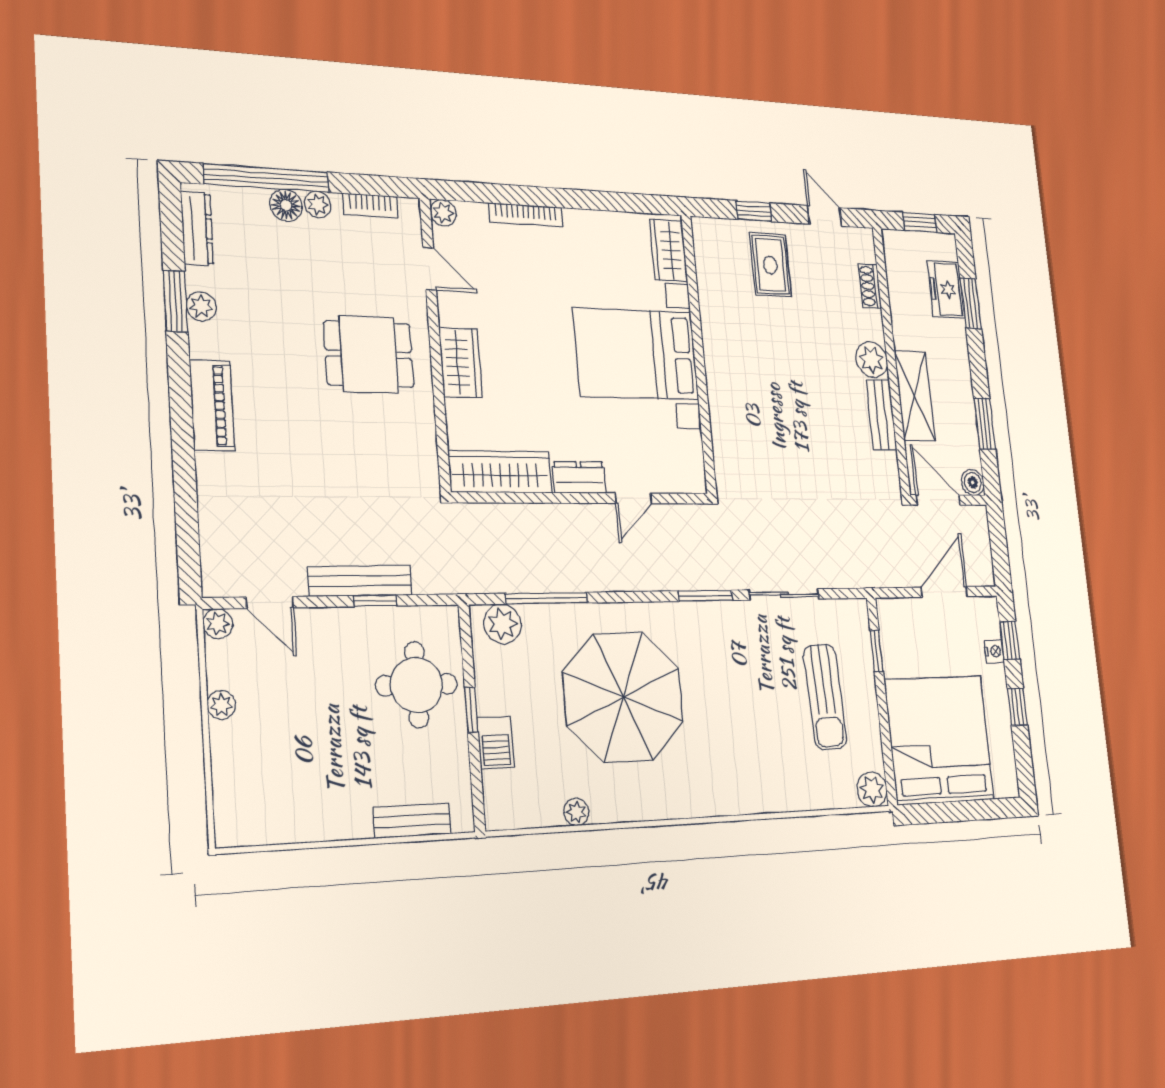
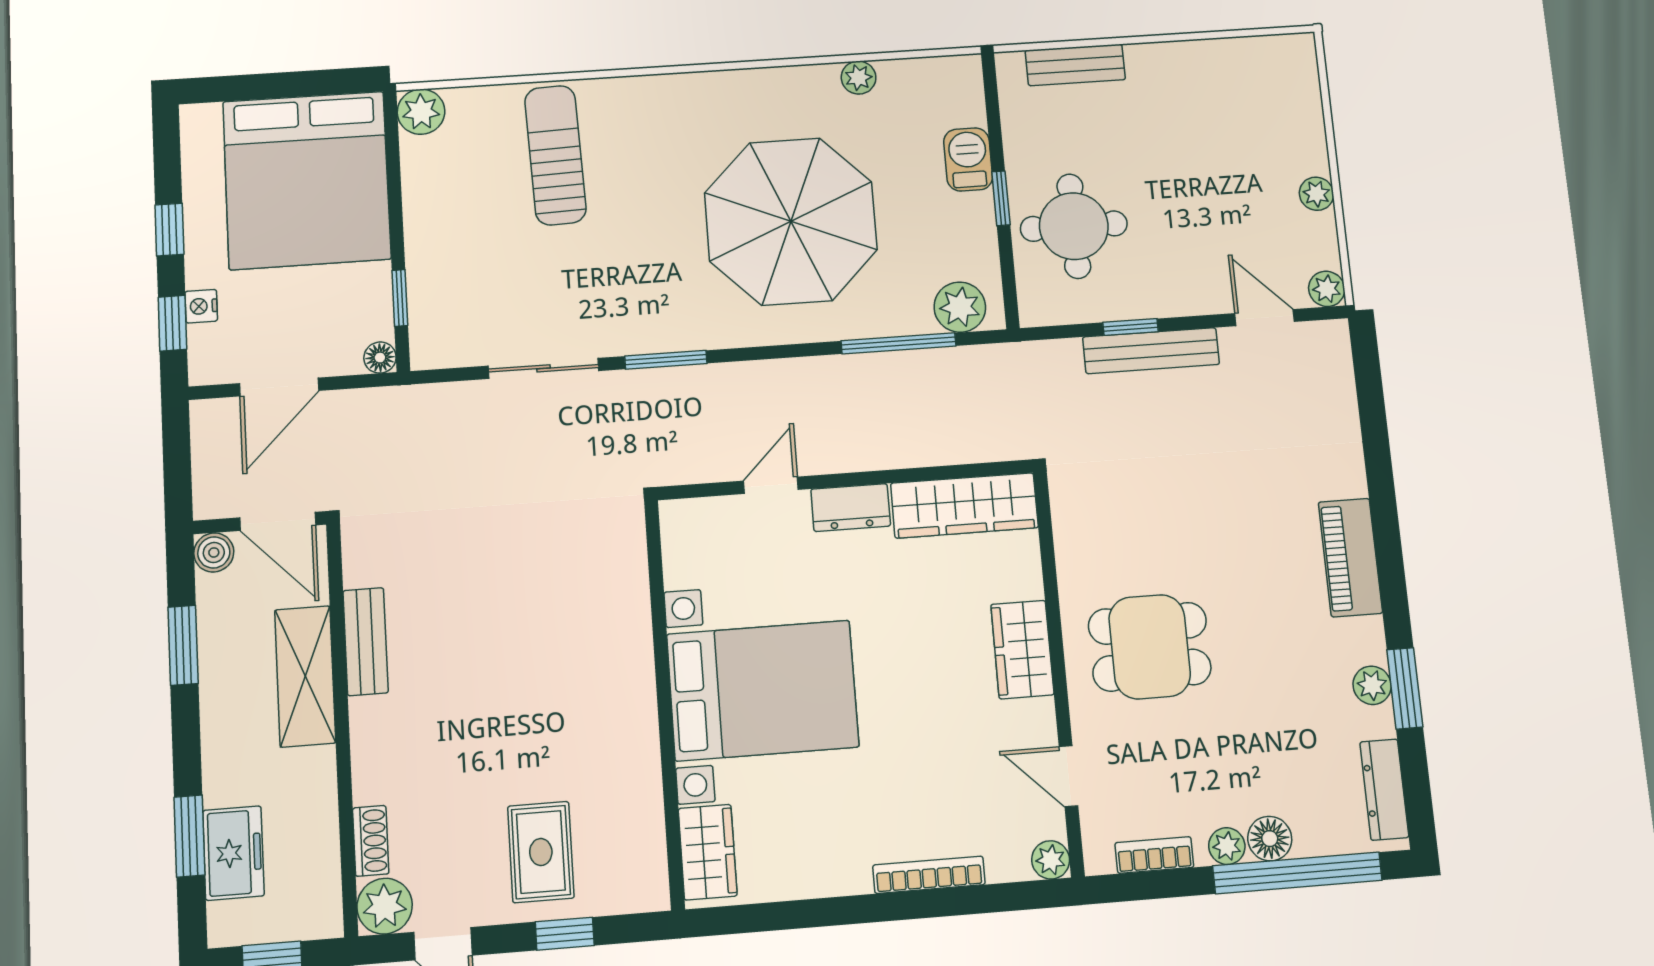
plant: (872, 360) -> (385, 906), moved
floor lamp: (886, 609) -> (380, 358), added
sun lounger: (825, 697) -> (555, 155), moved

